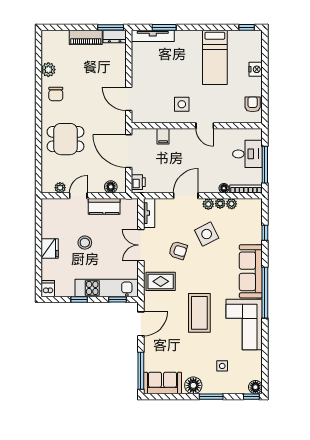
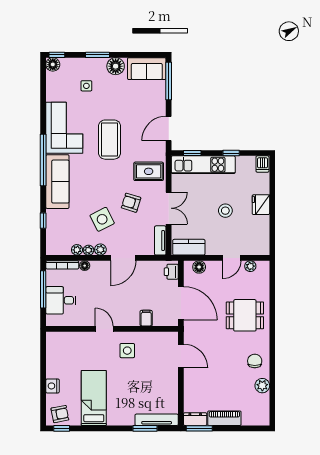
armchair: (253, 104) -> (60, 414), moved, turned -101
kitchen counter: (104, 206) -> (189, 247), moved

